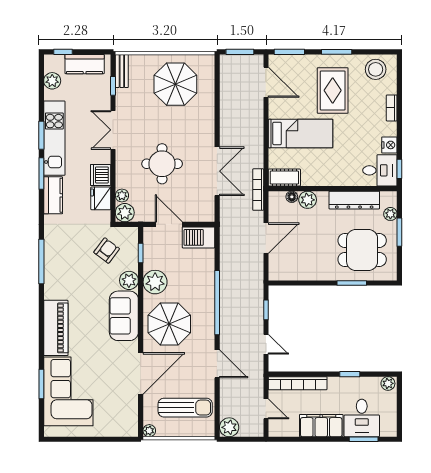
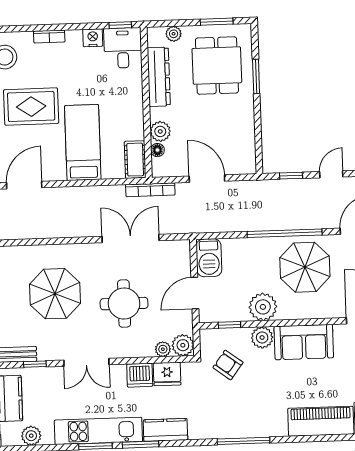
parasol: (175, 84) -> (55, 294), moved
window: (399, 232) -> (217, 22), moved
parasol: (169, 324) -> (305, 267), moved

